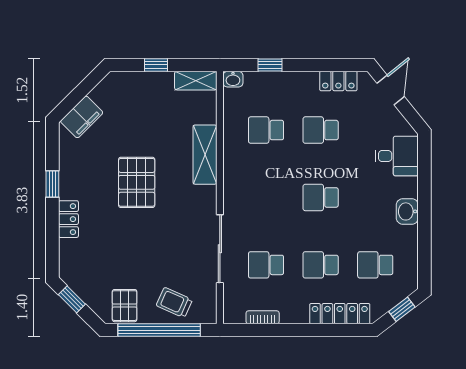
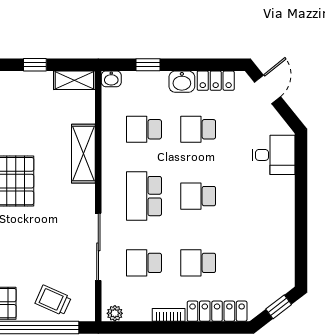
washbasin: (407, 211) -> (182, 82), moved, turned -90
school desk: (375, 265) -> (144, 196), moved, width x1.85
plant: (237, 316) -> (115, 313), added
bookcase: (263, 317) -> (169, 315), moved

